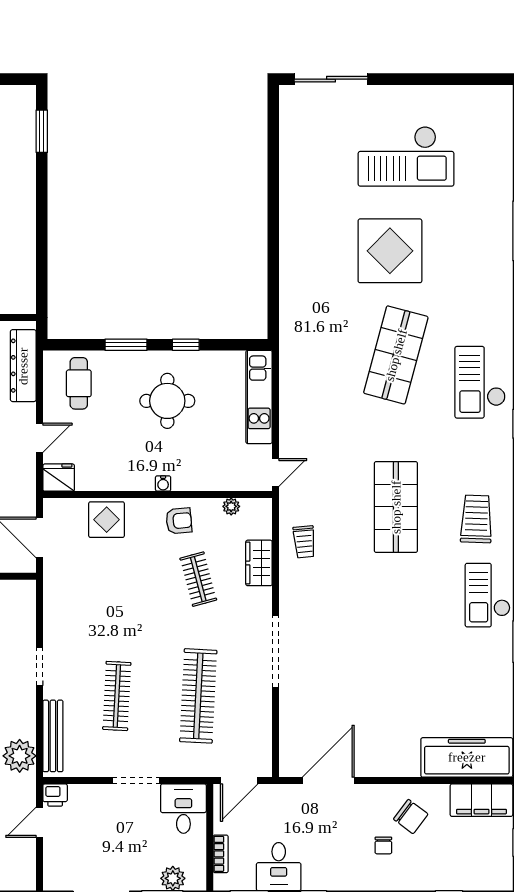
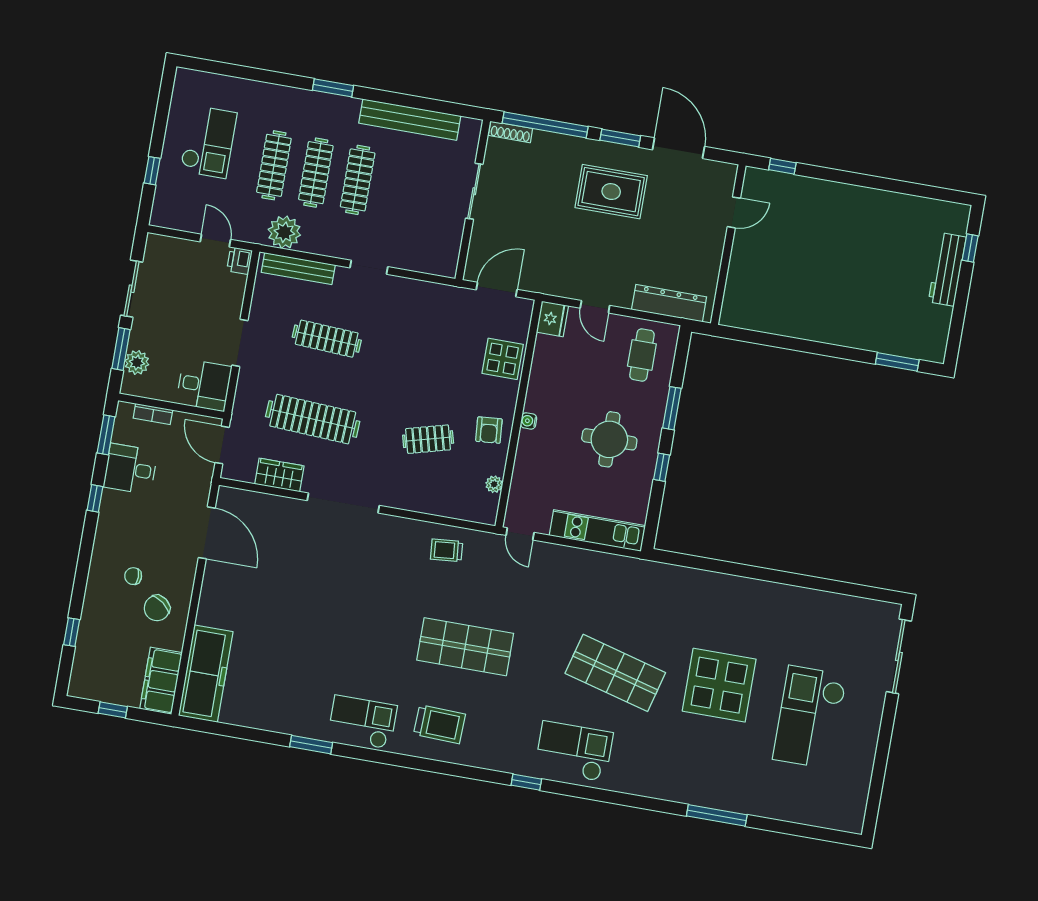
cafe table: (79, 383) -> (642, 355), turned 90
wardrobe: (259, 563) -> (279, 475), moved

